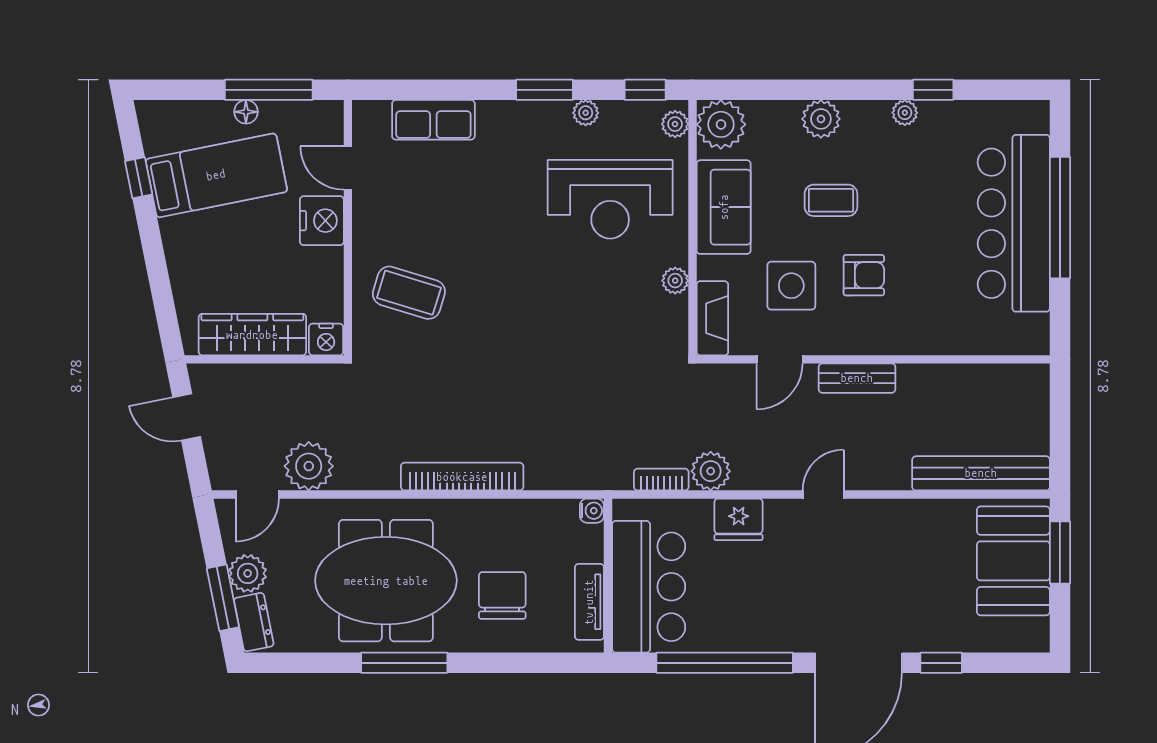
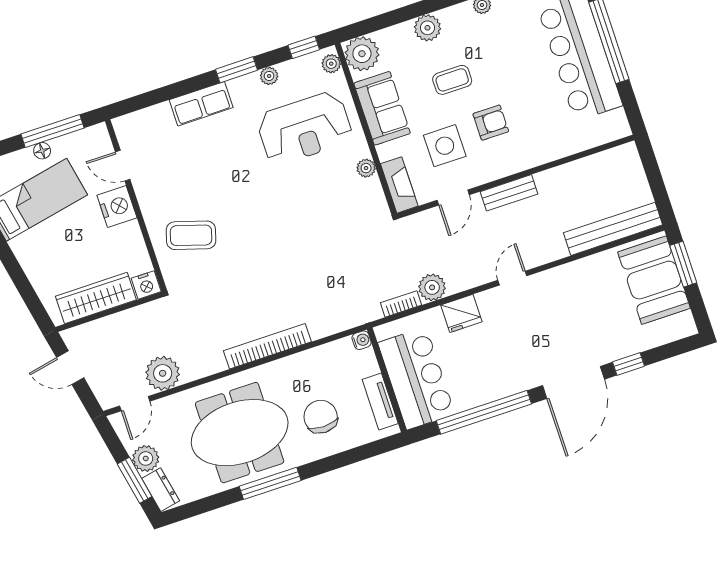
row of seats: (433, 120) -> (201, 104), moved

